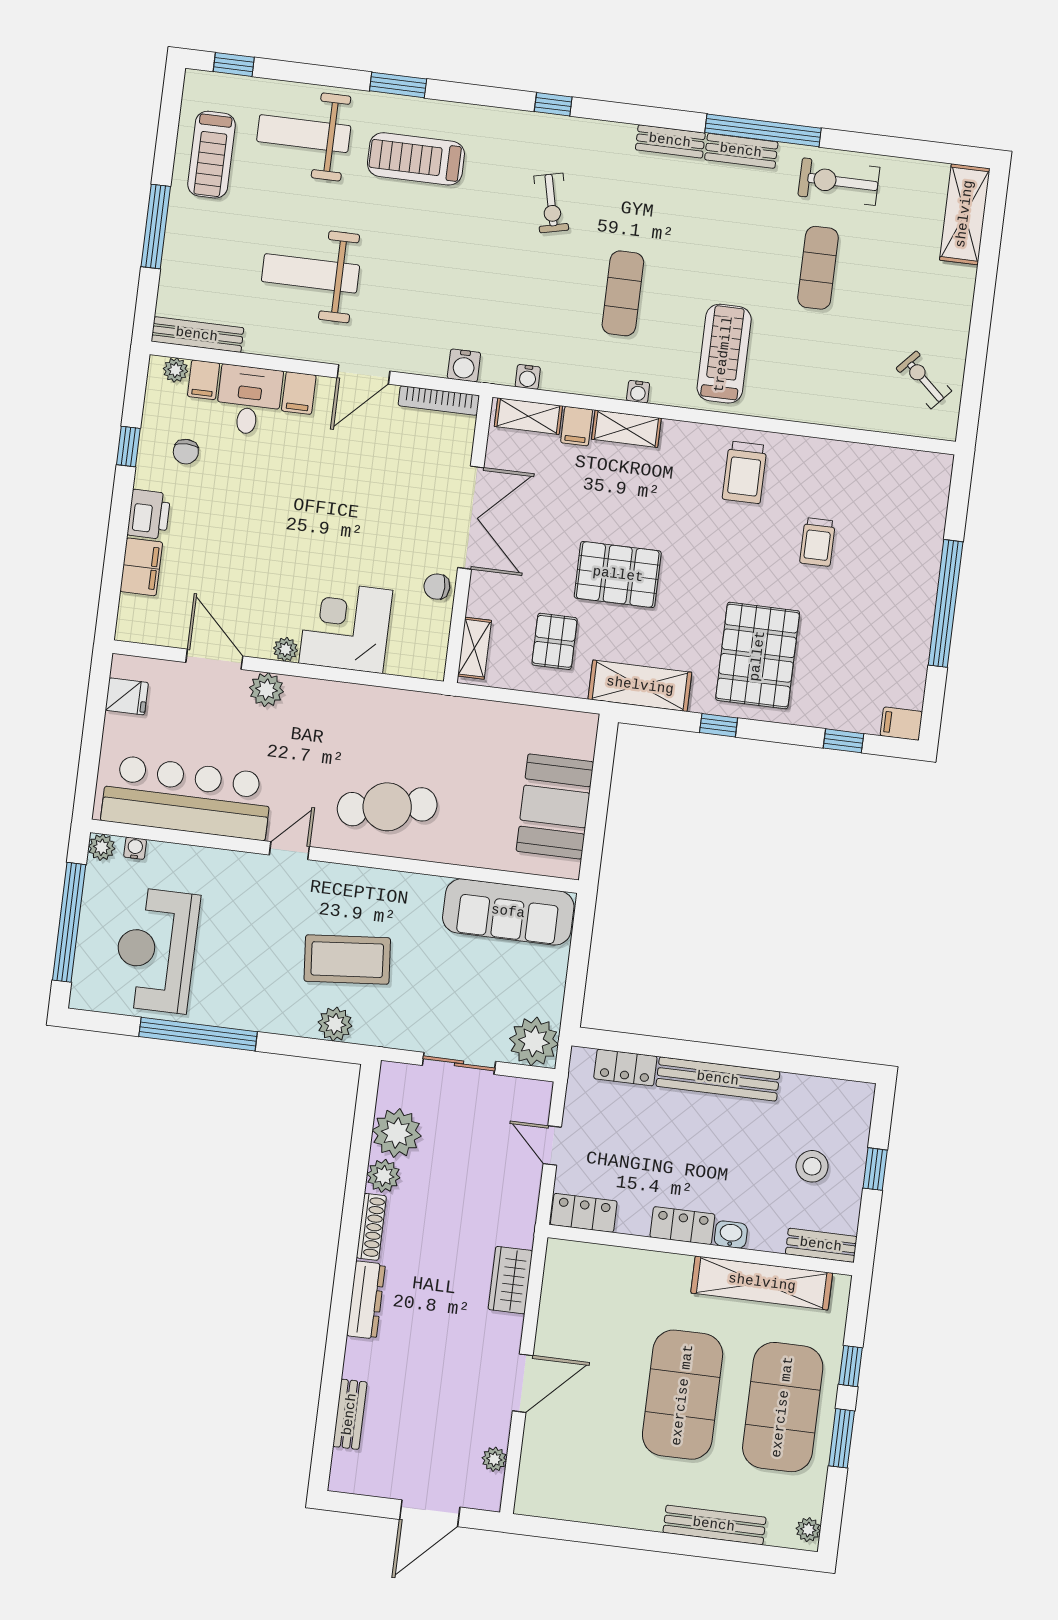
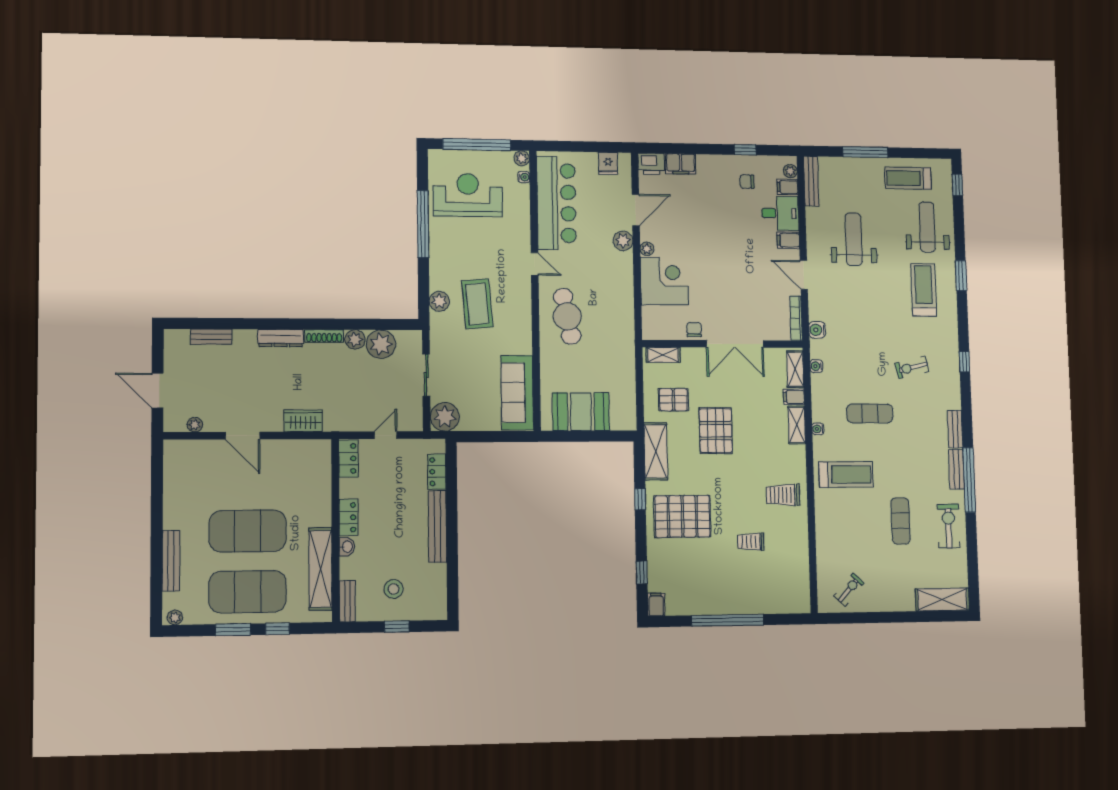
exercise mat: (818, 268) -> (901, 521), turned 90
printer: (149, 514) -> (651, 164), moved

